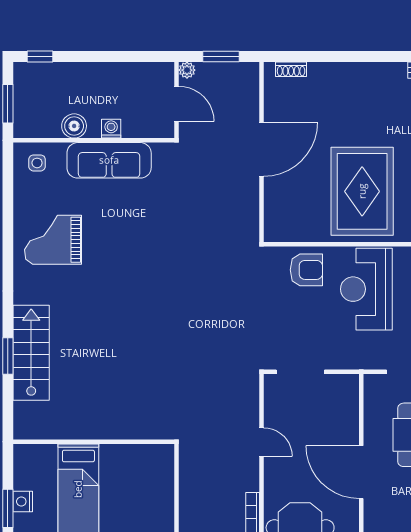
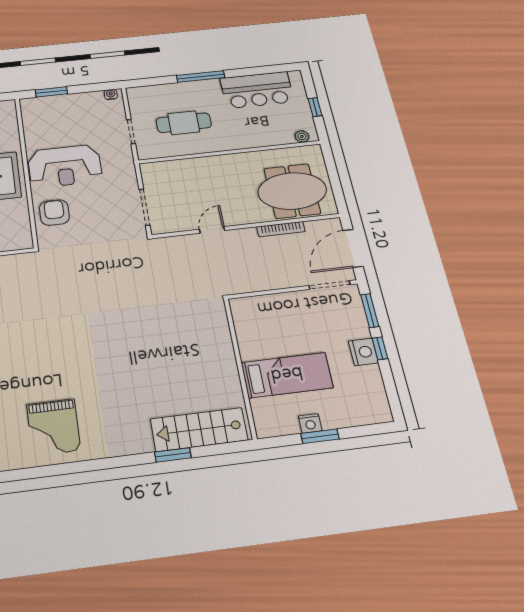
stairs: (31, 353) -> (199, 430), moved
door: (361, 472) -> (222, 153), removed

